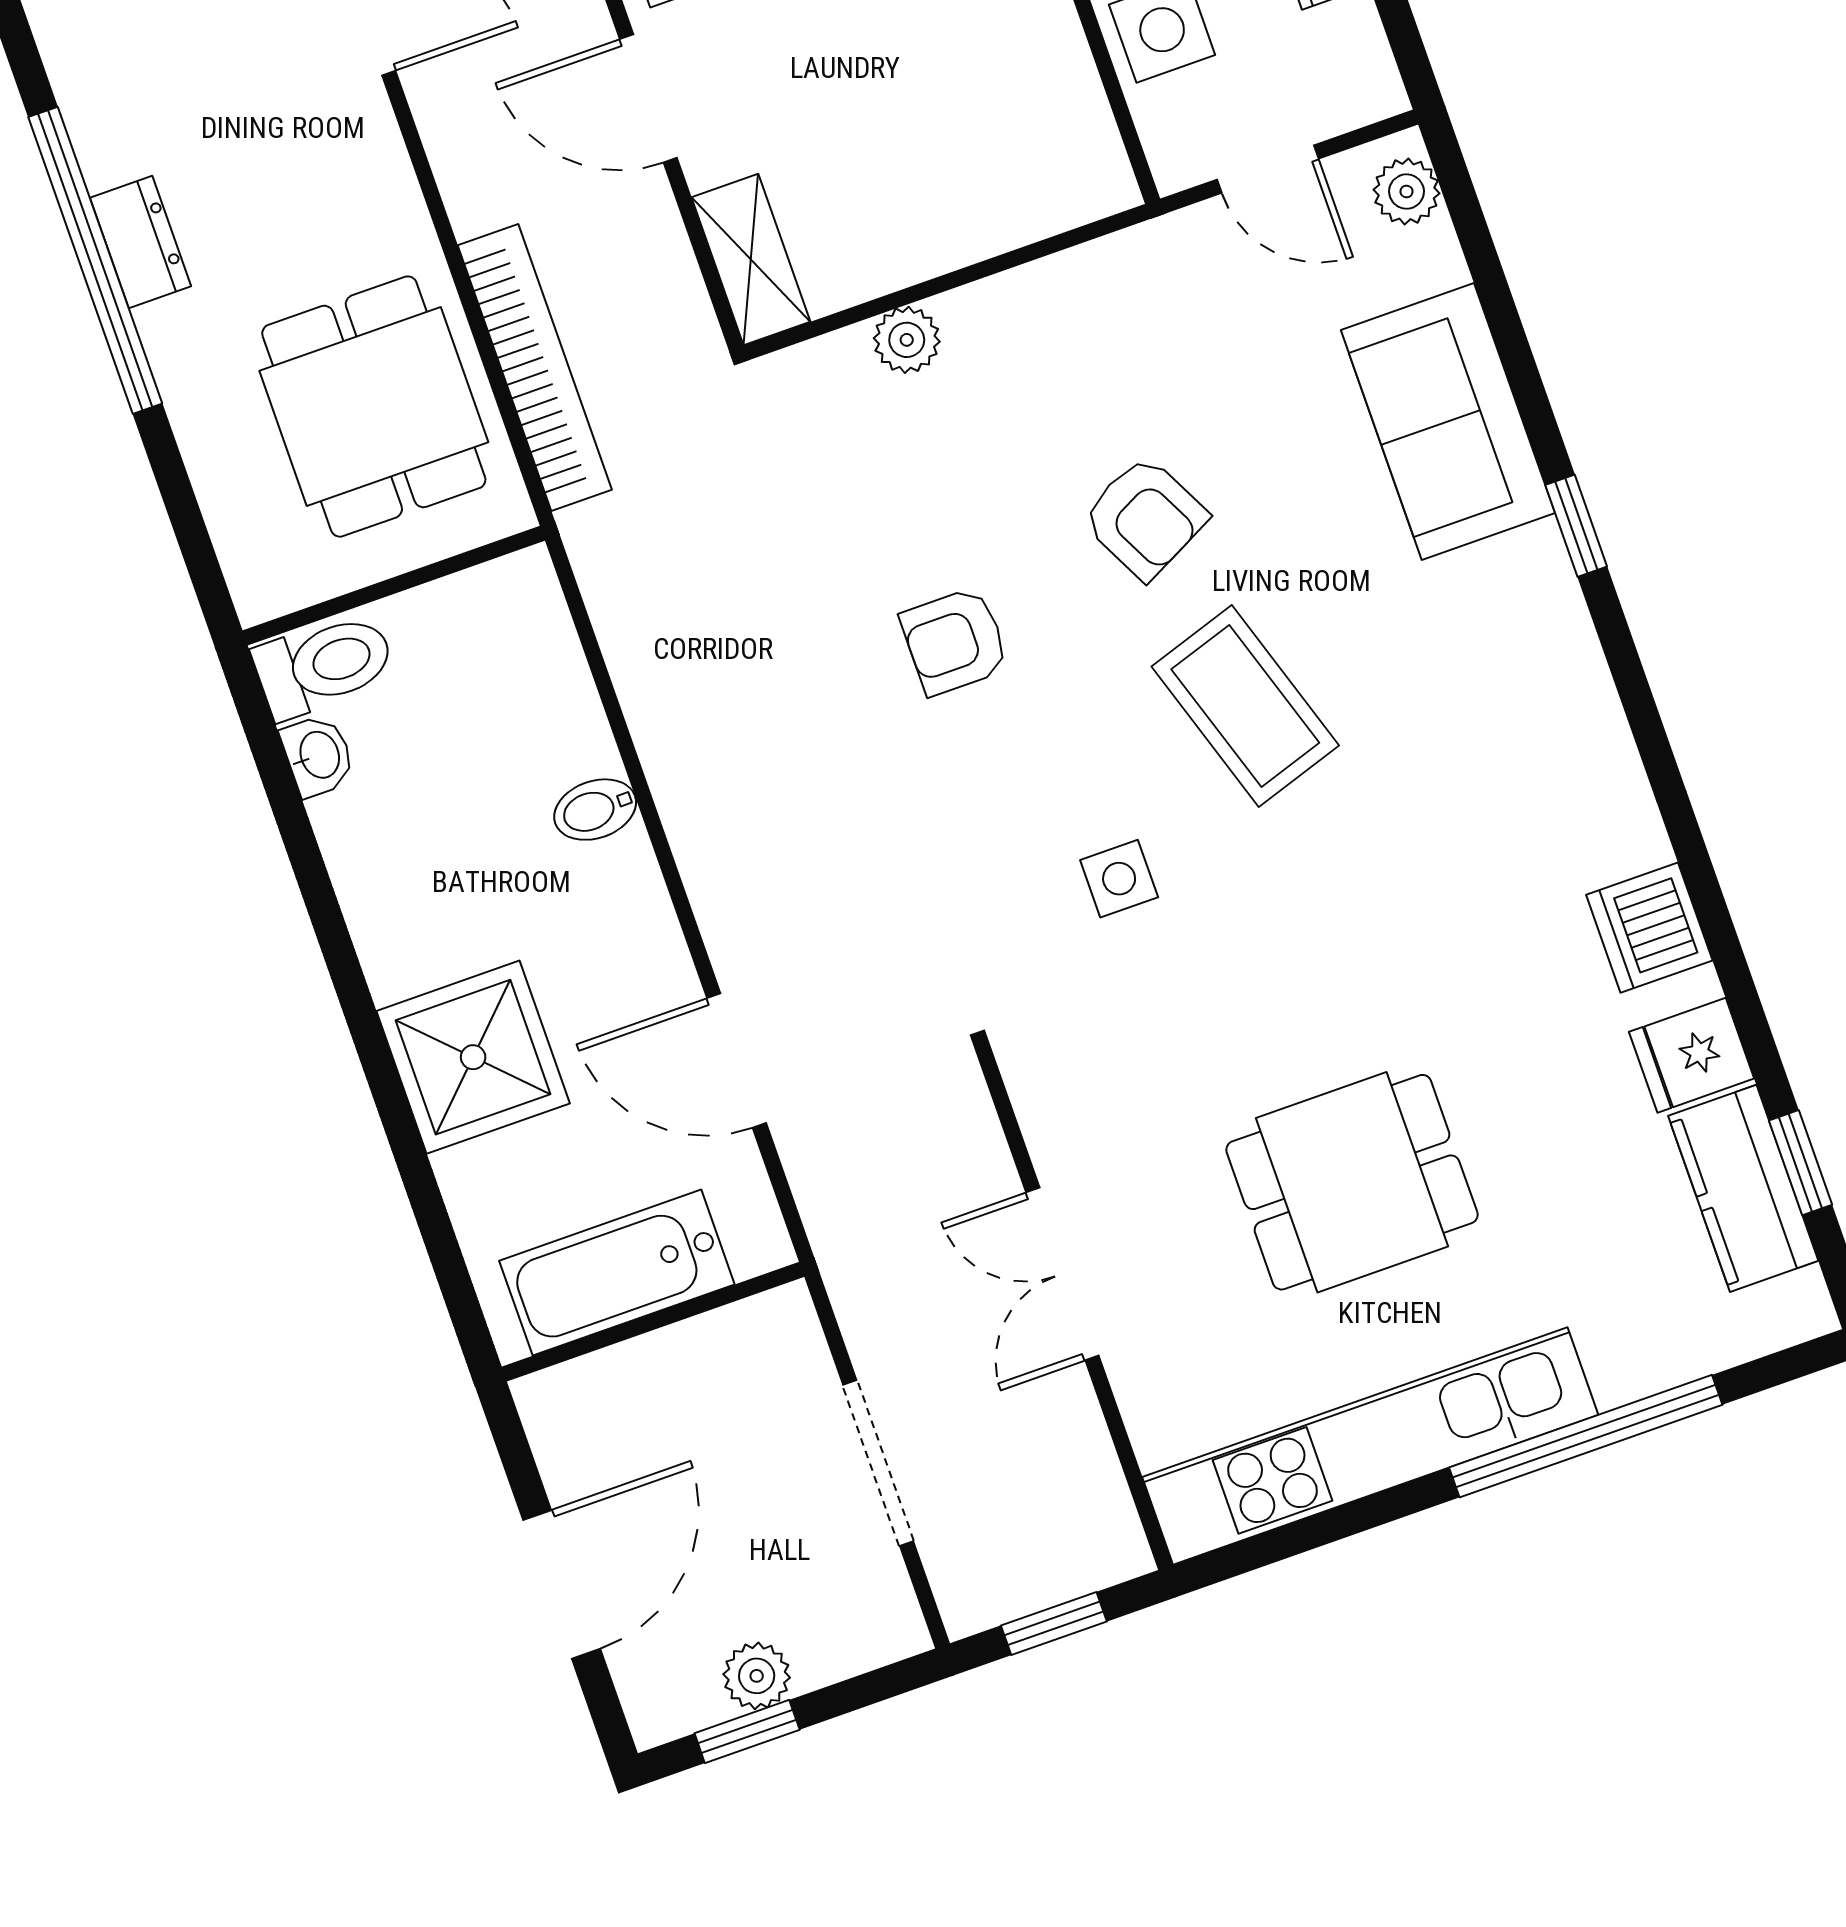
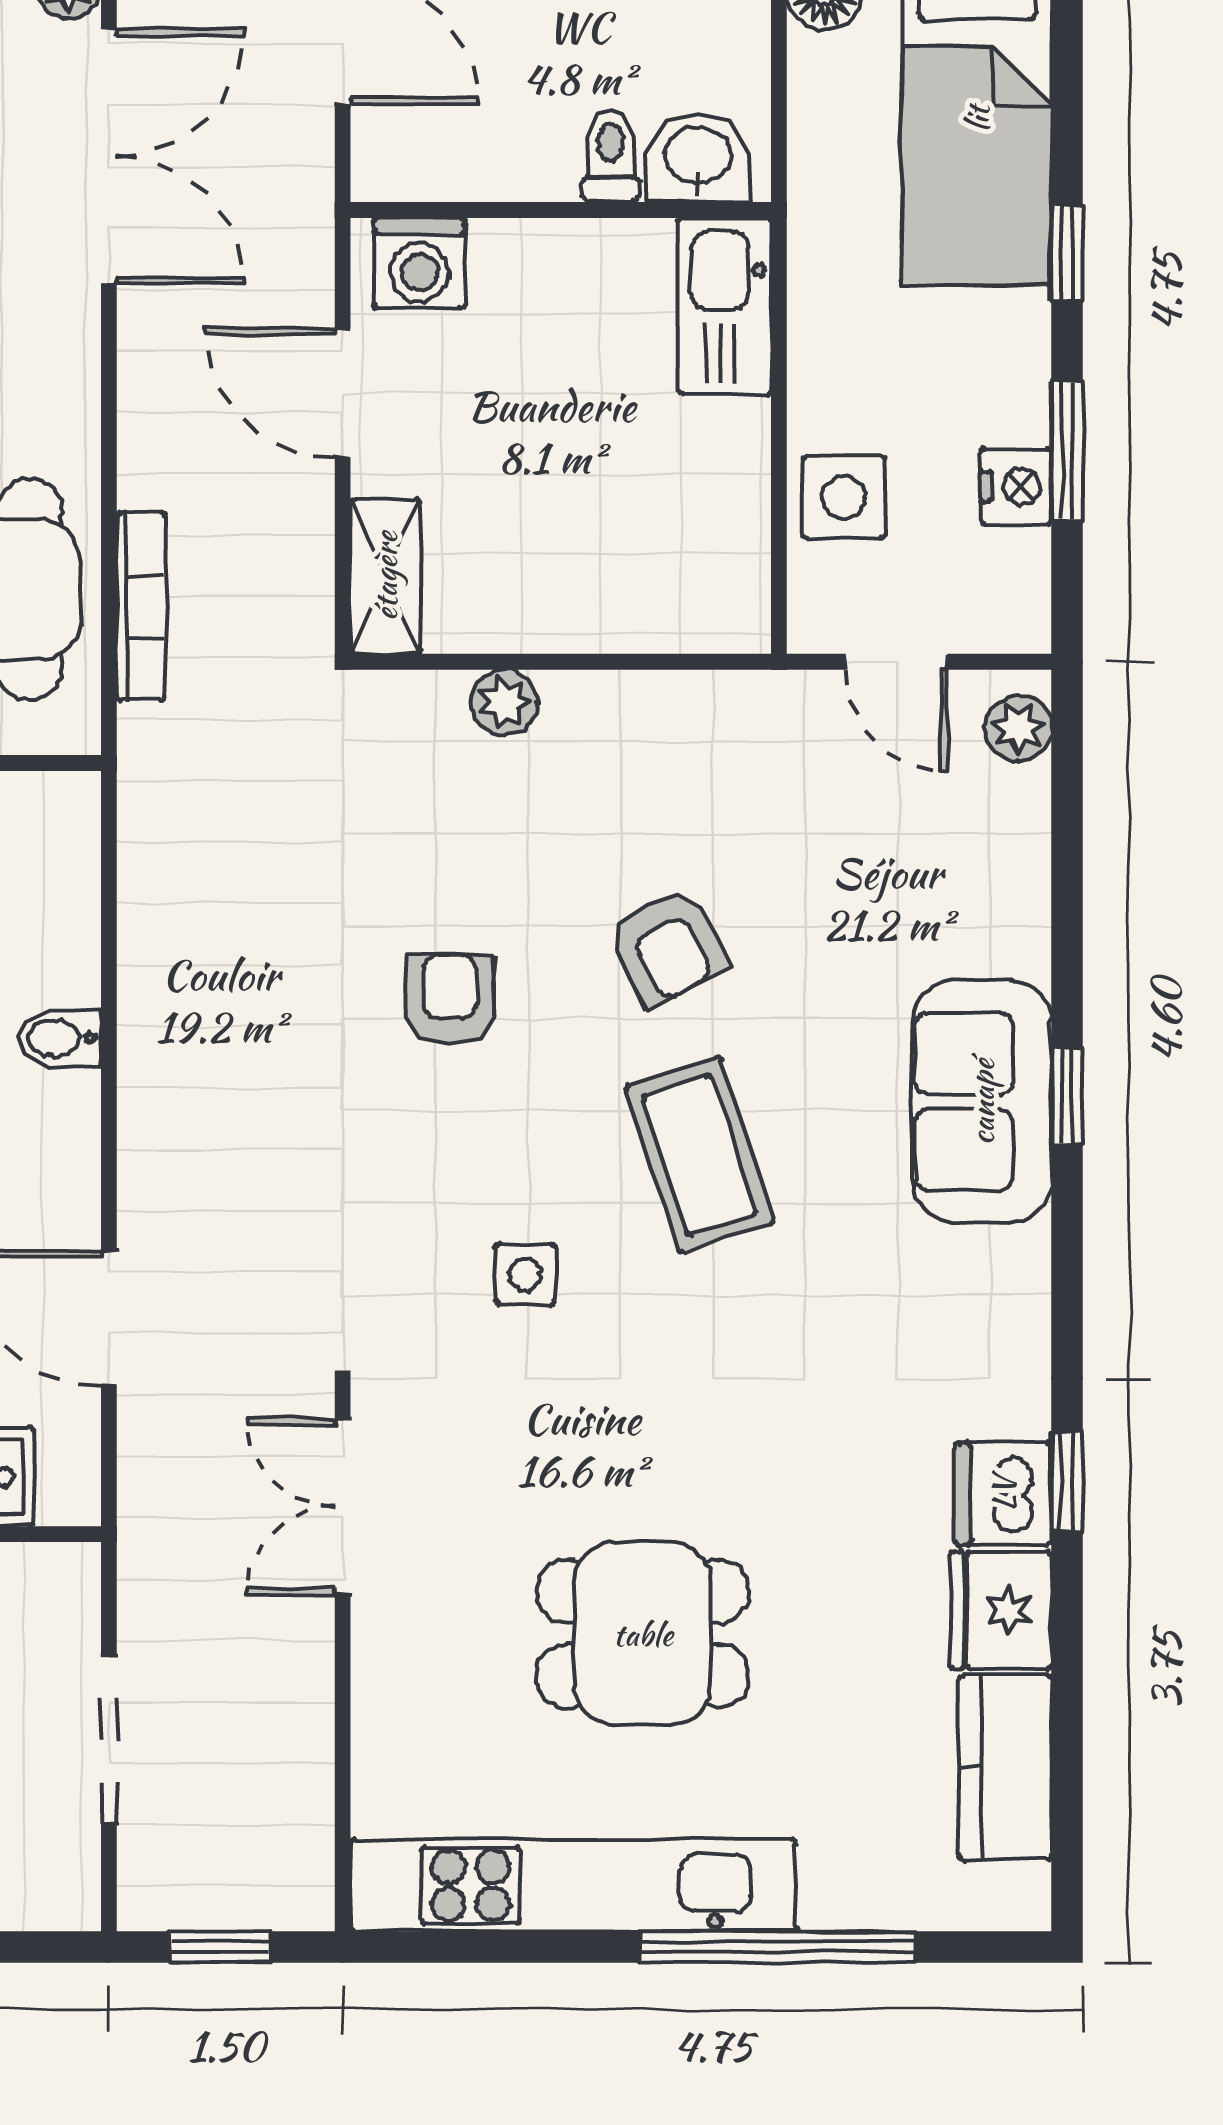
bookcase: (535, 368) -> (141, 606), width x0.68, depth x0.76
sofa: (1448, 422) -> (982, 1102), moved
armchair: (955, 641) -> (450, 999), turned 90
fridge: (1692, 1055) -> (1001, 1610), width x1.38
window: (1800, 1163) -> (1067, 1482), moved
double door: (1062, 1274) -> (343, 1507), moved

